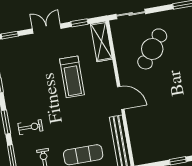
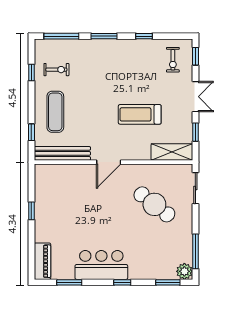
exercise bike: (30, 127) -> (173, 60), moved

